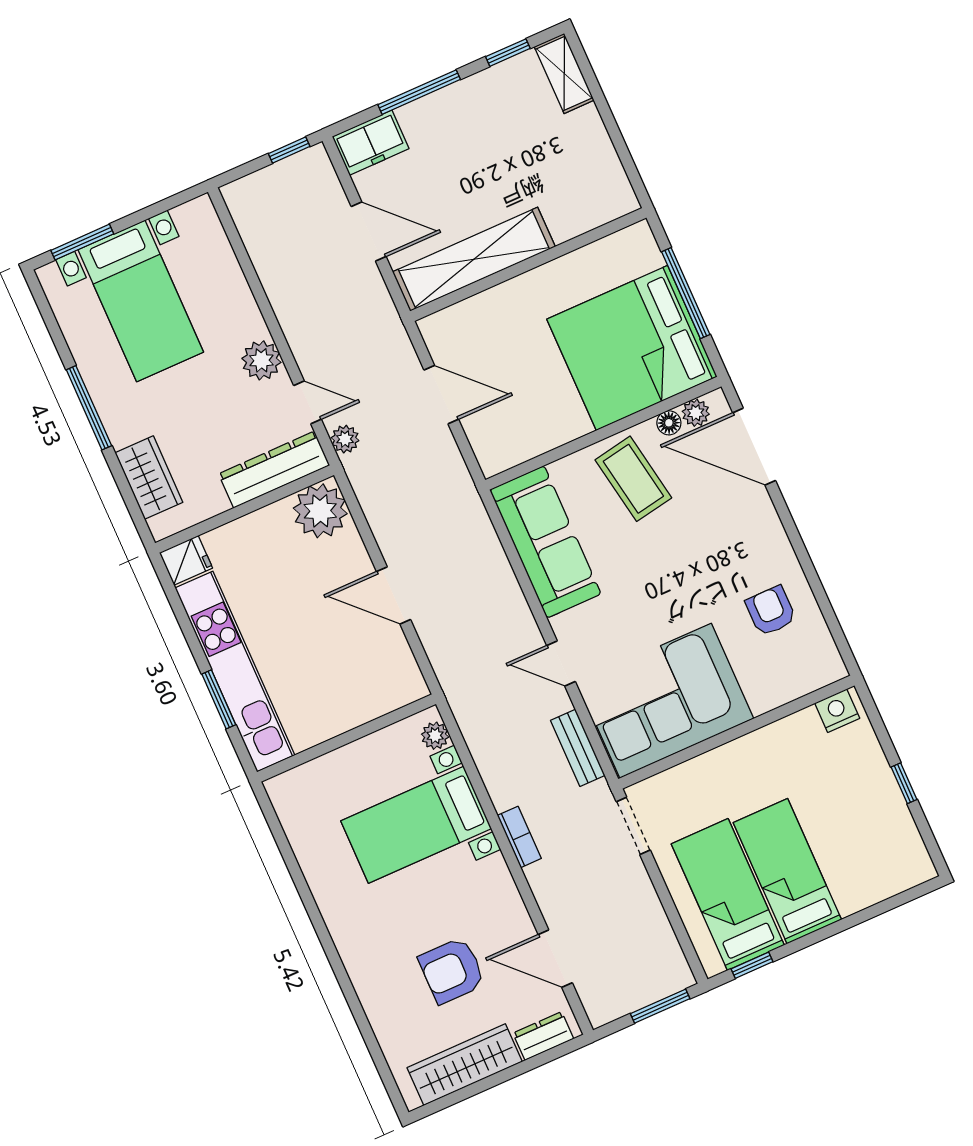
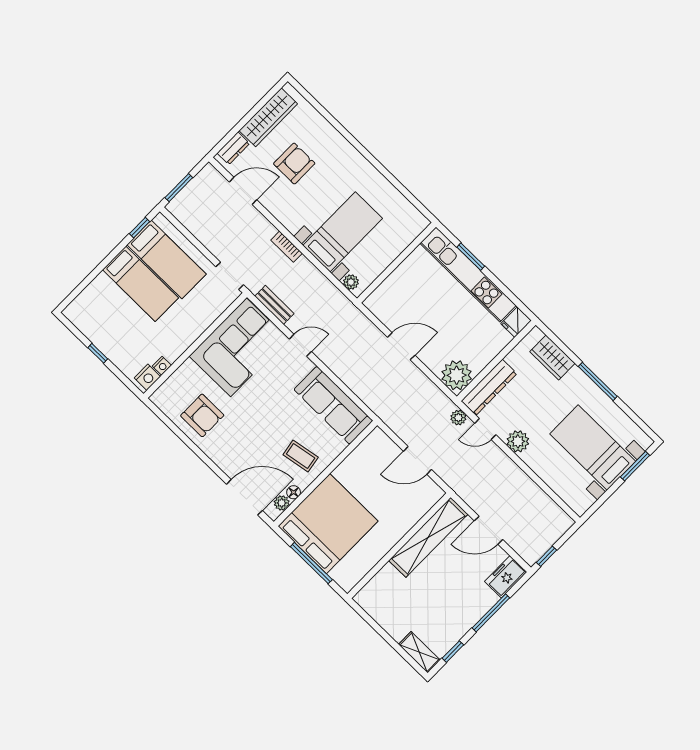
coffee table: (633, 479) -> (301, 456), width x0.73, depth x0.77
armchair: (771, 611) -> (202, 415), width x1.38, depth x1.38
nightstand: (805, 720) -> (162, 366), added

